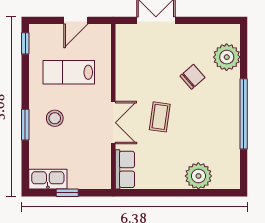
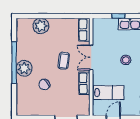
plant: (227, 57) -> (24, 68), moved
lab bench: (69, 72) -> (109, 93), moved
row of seats: (125, 79) -> (84, 83), added

